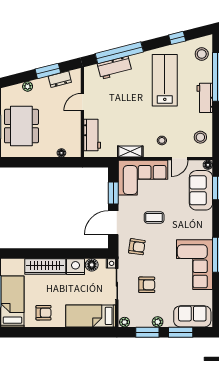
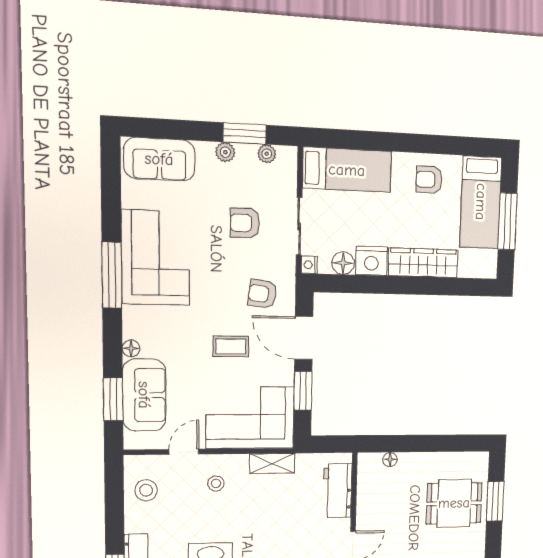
dining table: (21, 126) -> (454, 503), width x0.73
floor lamp: (208, 165) -> (131, 348), moved
door: (113, 223) -> (304, 338), swing flipped
plant: (125, 322) -> (267, 154), moved
window: (181, 332) -> (182, 130), removed

